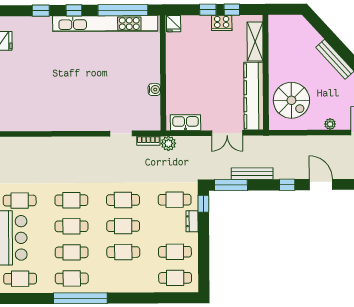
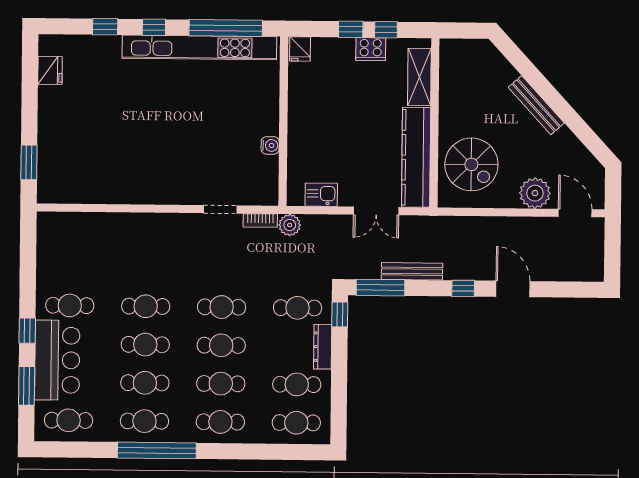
kitchen sink: (185, 123) -> (321, 195), width x0.73
plant: (330, 124) -> (535, 193), width x1.88, depth x1.88
dresser: (192, 221) -> (323, 347), width x1.44
cafe table: (123, 278) -> (220, 422), added

